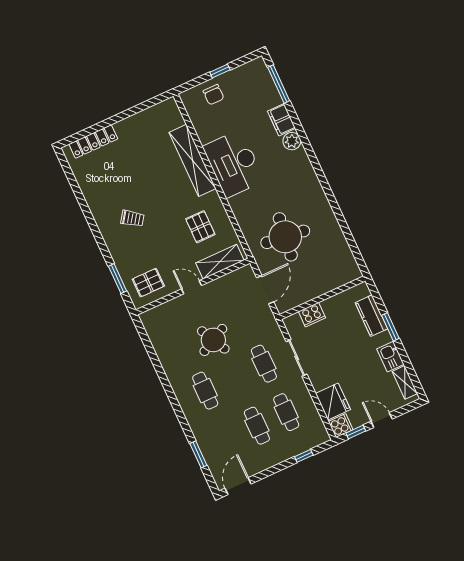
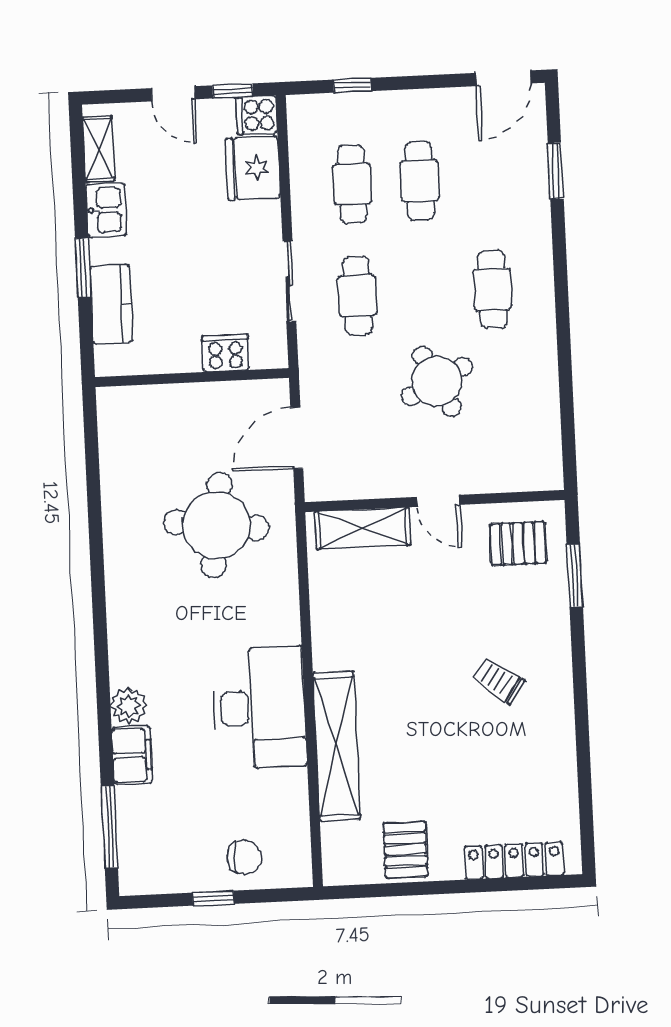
chair: (214, 95) -> (244, 857), turned 90
pallet: (200, 227) -> (405, 850), moved

